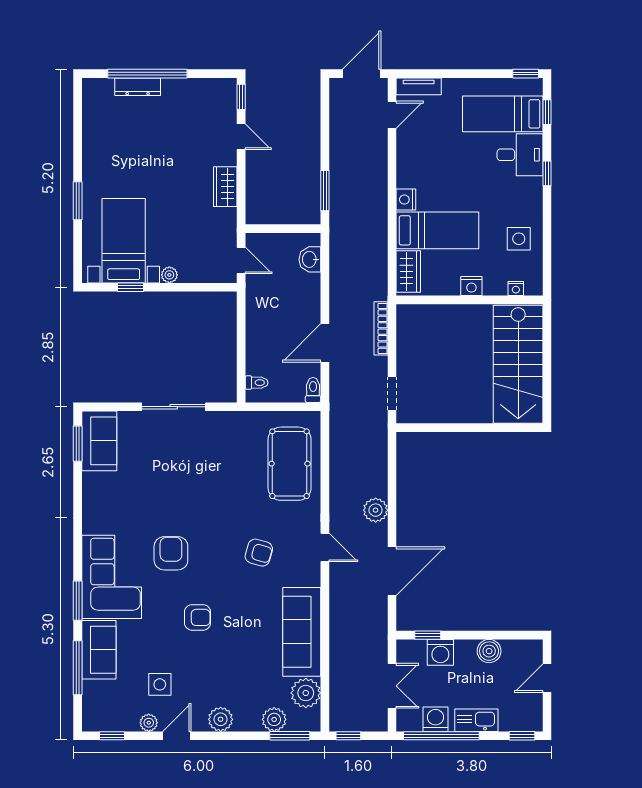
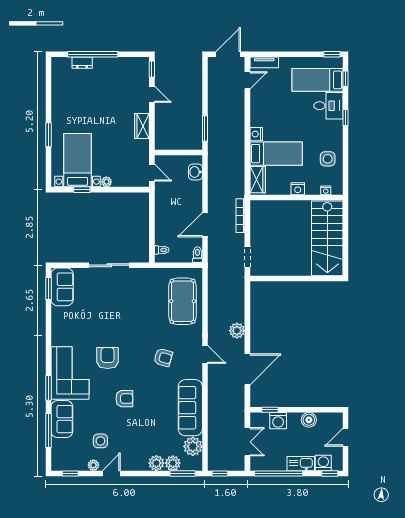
dresser: (138, 87) -> (82, 63), width x0.70
plant: (221, 719) -> (156, 463), moved
washing machine: (436, 719) -> (323, 463), moved

